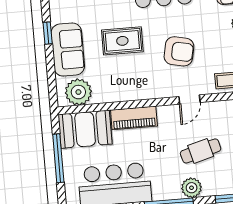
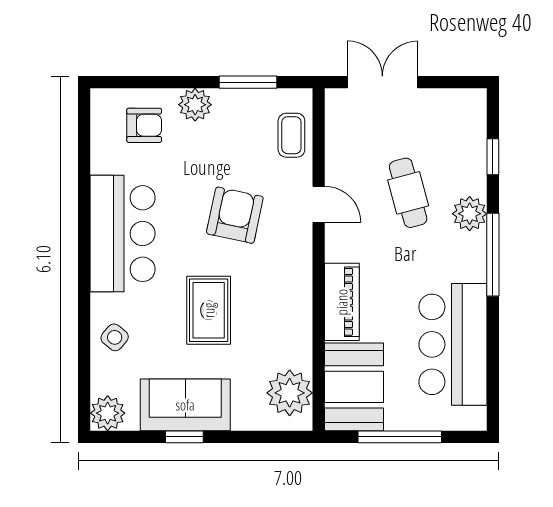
sofa: (68, 50) -> (185, 405), moved

